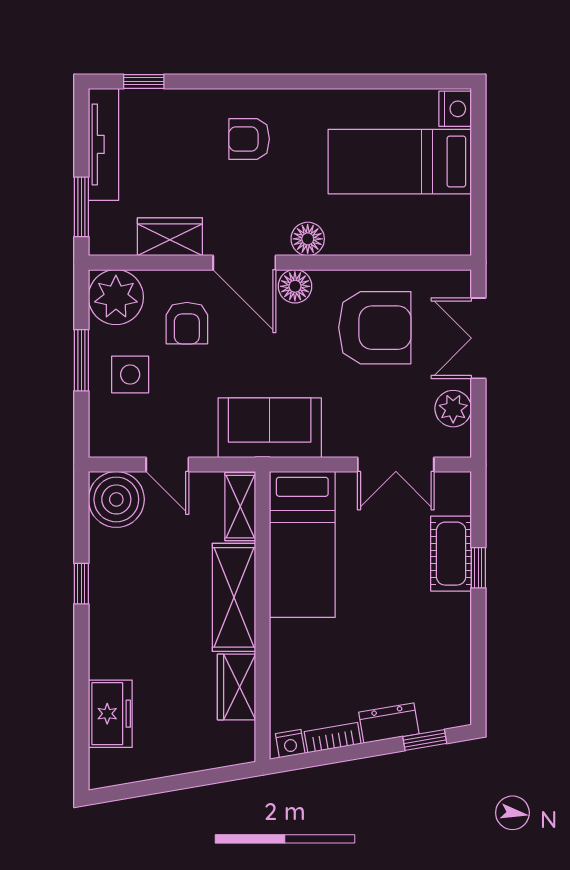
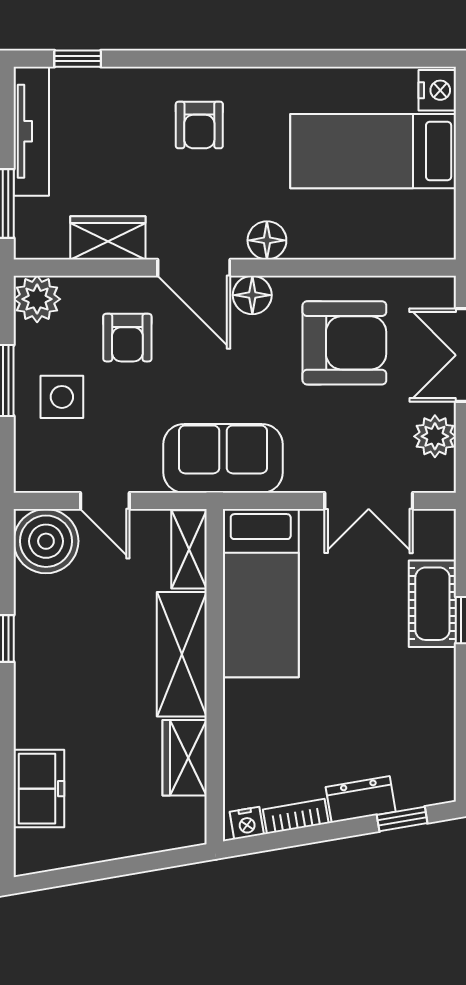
armchair: (249, 139) -> (199, 125), turned -90
plant: (116, 297) -> (37, 299), width x0.73, depth x0.73

